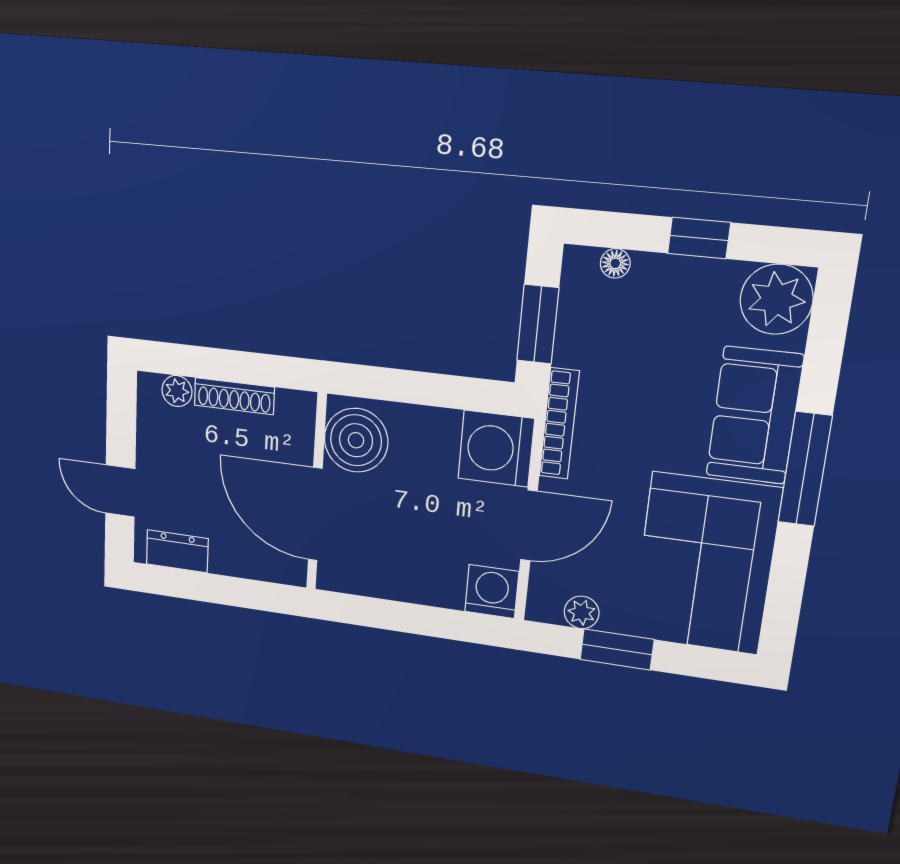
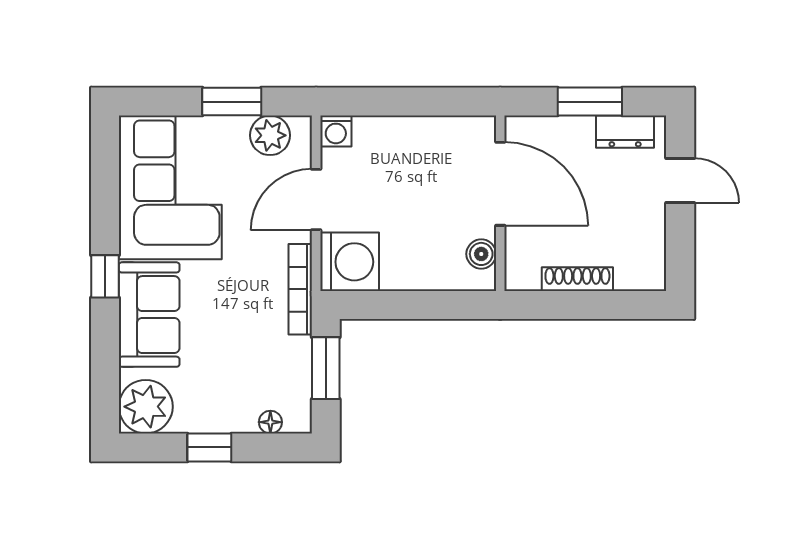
plant: (177, 391) -> (629, 278), removed
boiler: (356, 440) -> (481, 254), width x0.54, depth x0.54
window: (805, 469) -> (105, 276), width x0.46
window: (213, 588) -> (590, 102), added
washing machine: (492, 592) -> (336, 131), width x0.73, depth x0.73
plant: (582, 612) -> (270, 135), width x1.38, depth x1.38

